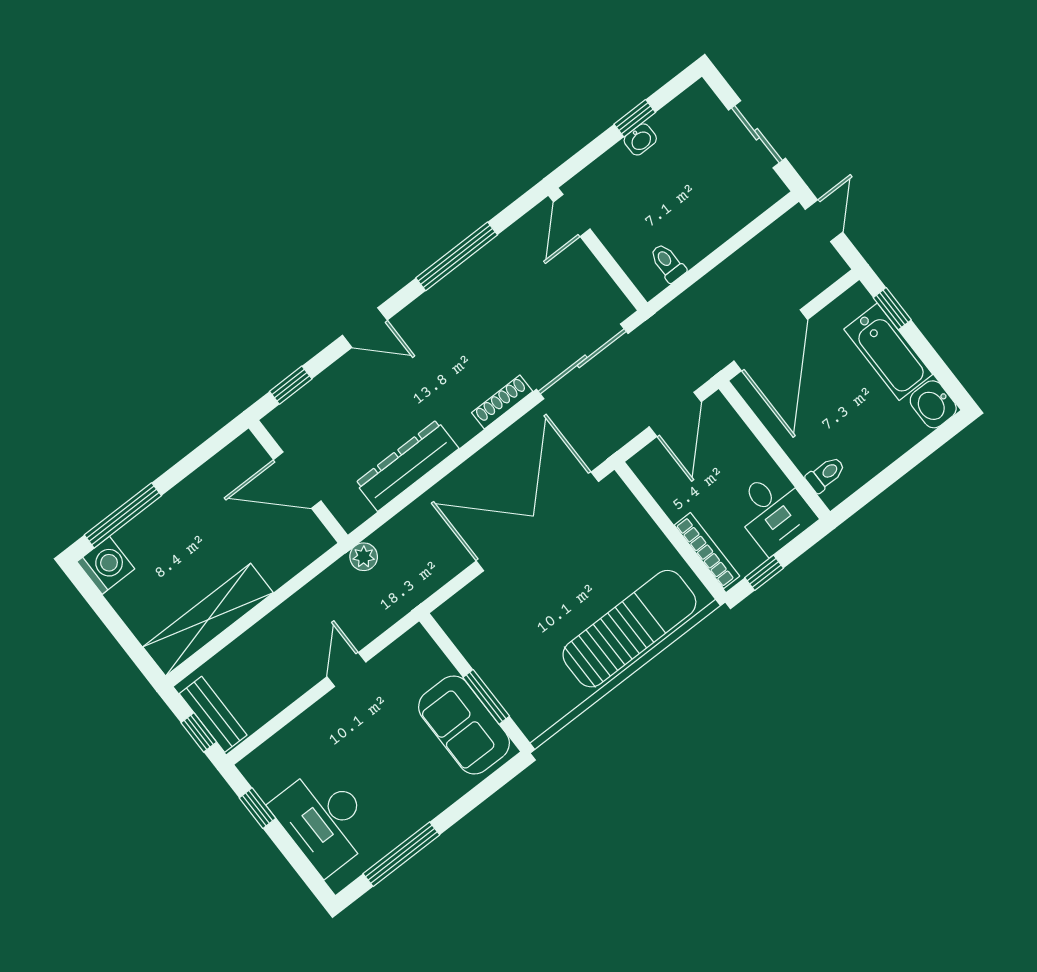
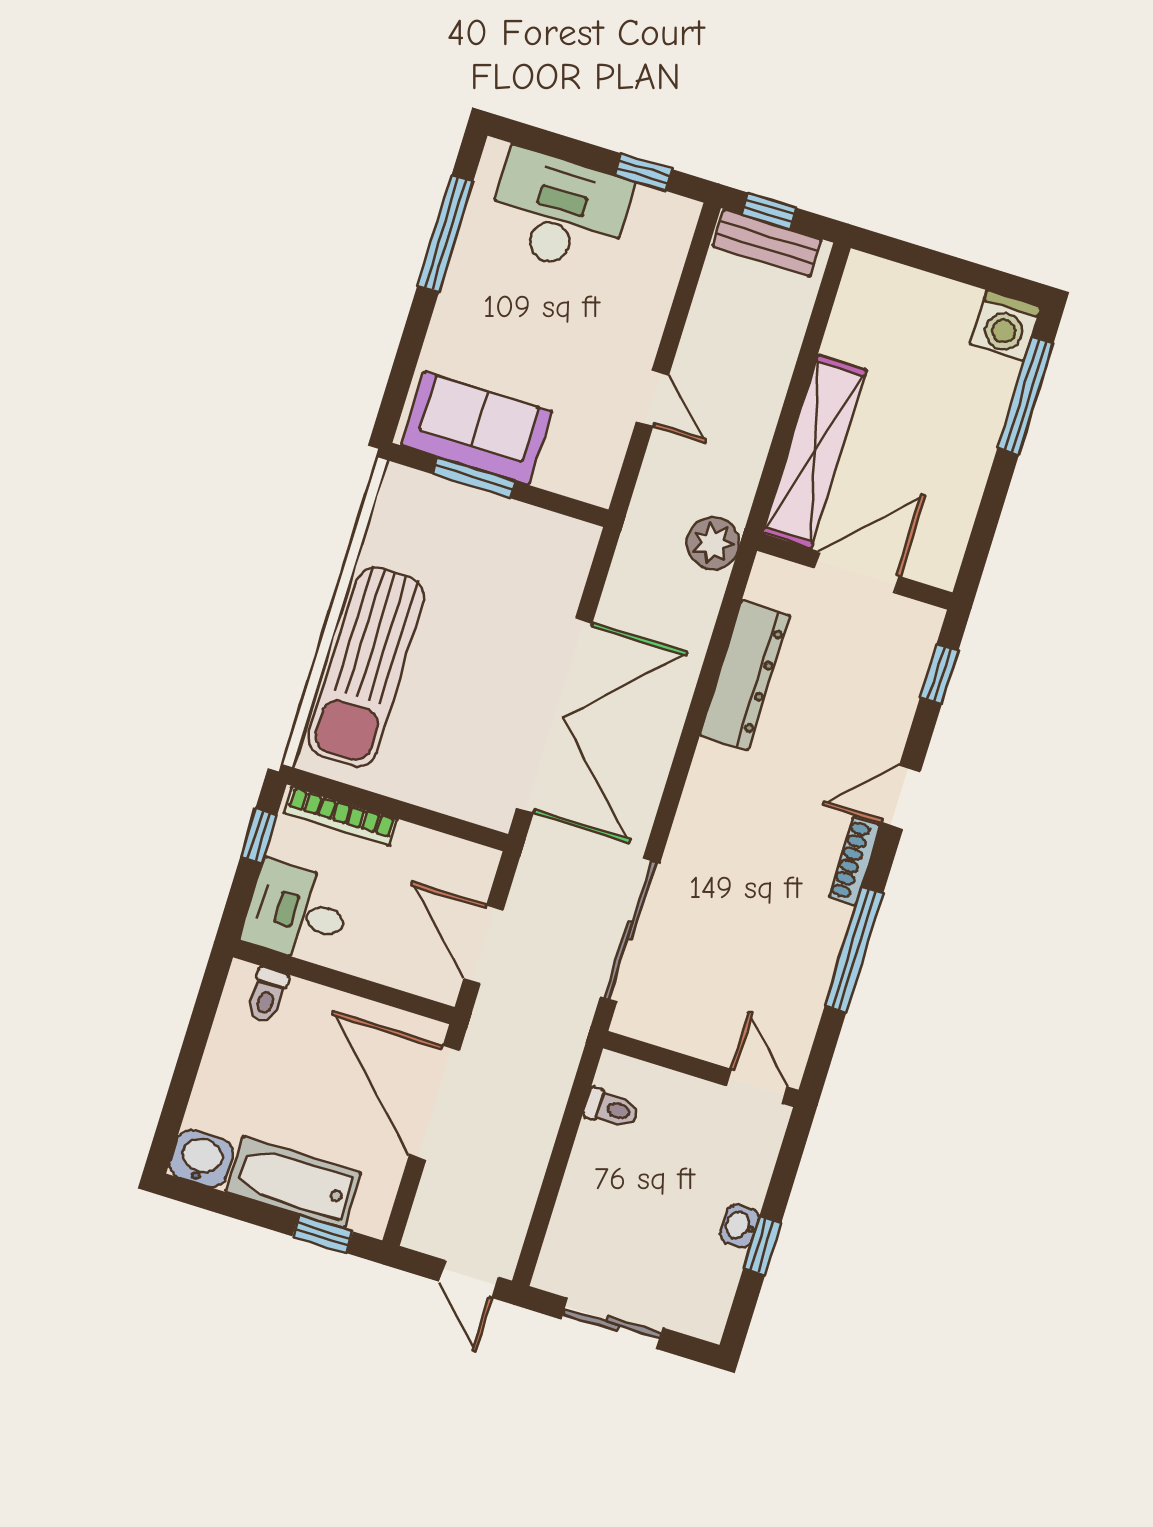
shoe rack: (502, 402) -> (854, 861), moved, turned 180
plant: (364, 557) -> (713, 543), width x1.38, depth x1.38
shelving: (208, 620) -> (814, 452), moved

